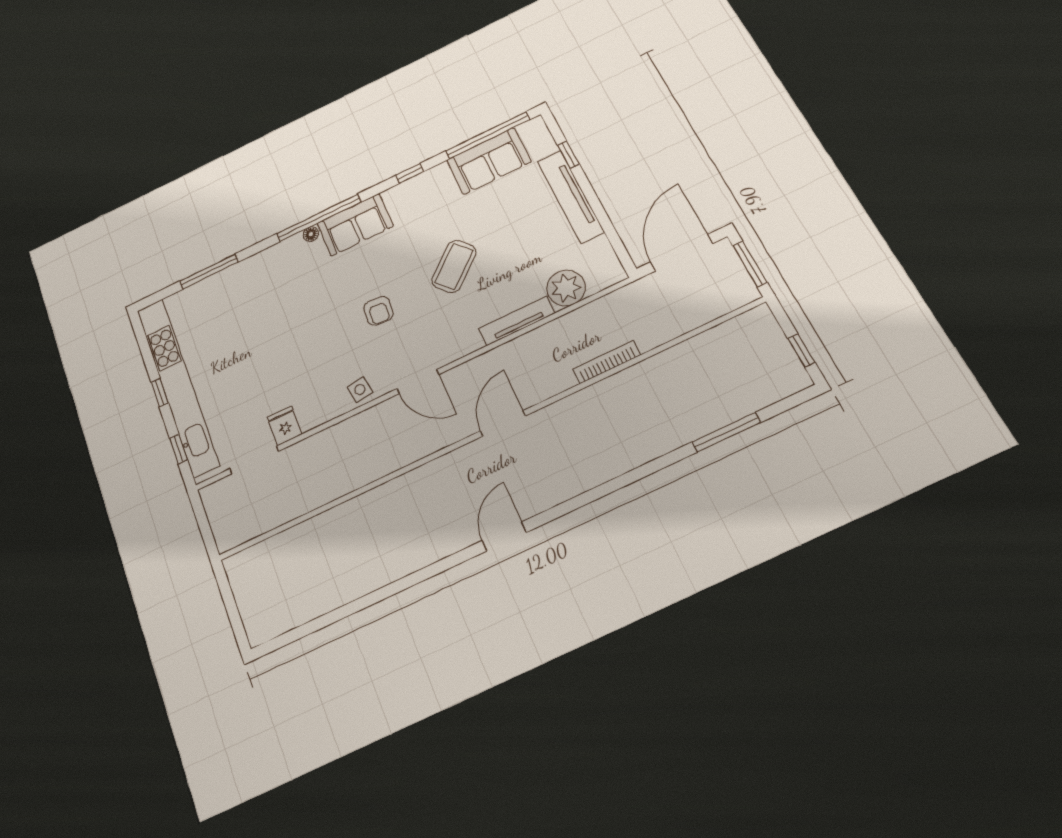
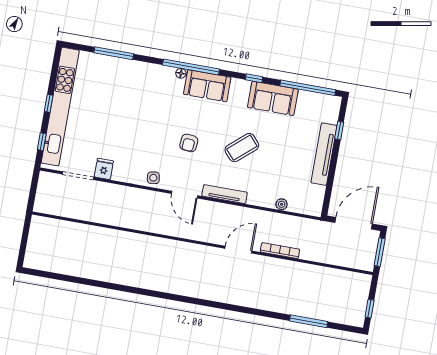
sofa: (489, 161) -> (273, 98), moved
plant: (566, 288) -> (282, 204), width x0.53, depth x0.53
tv unit: (517, 321) -> (225, 194), moved
door: (503, 423) -> (238, 250), moved
door: (504, 536) -> (176, 298), removed

